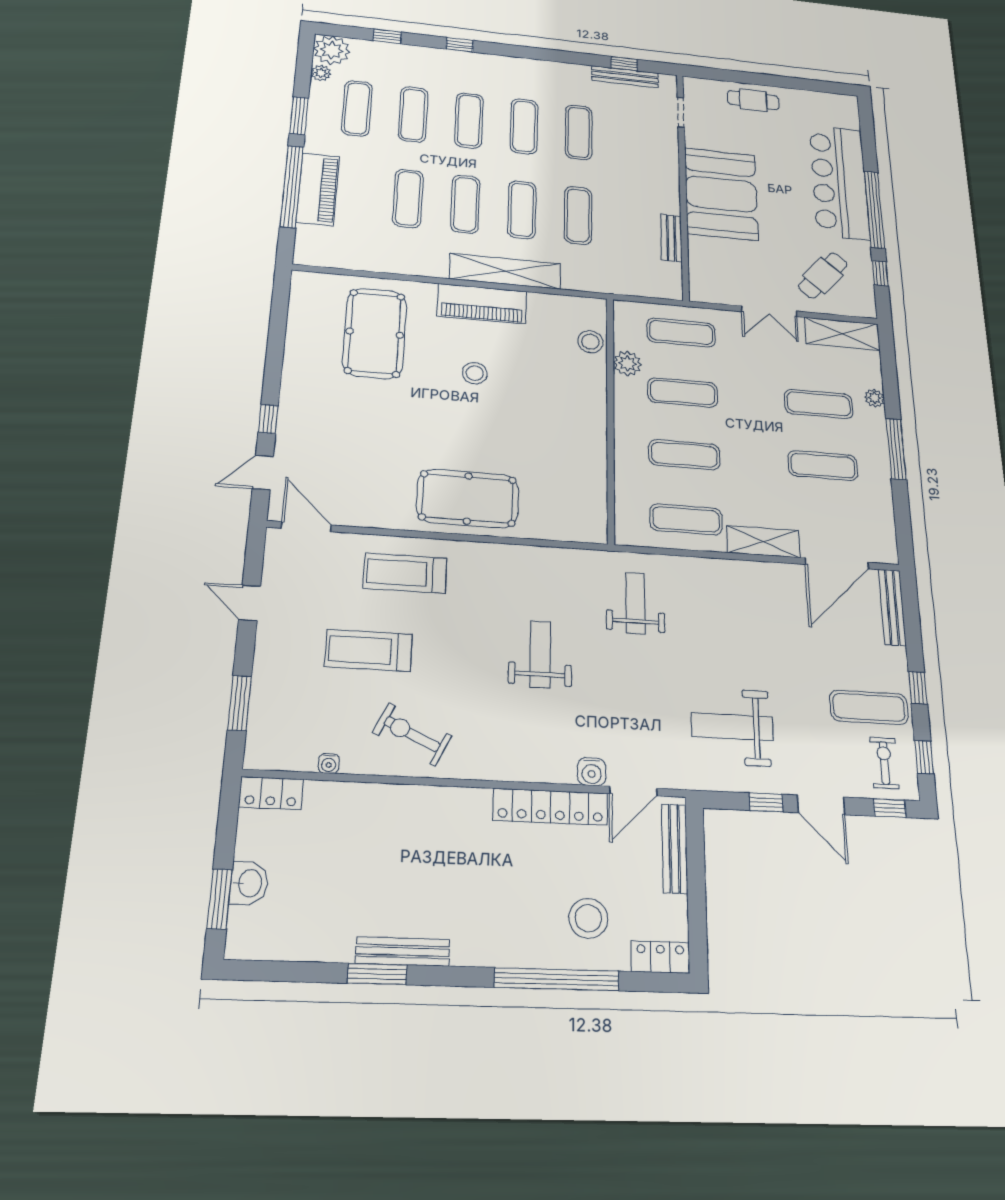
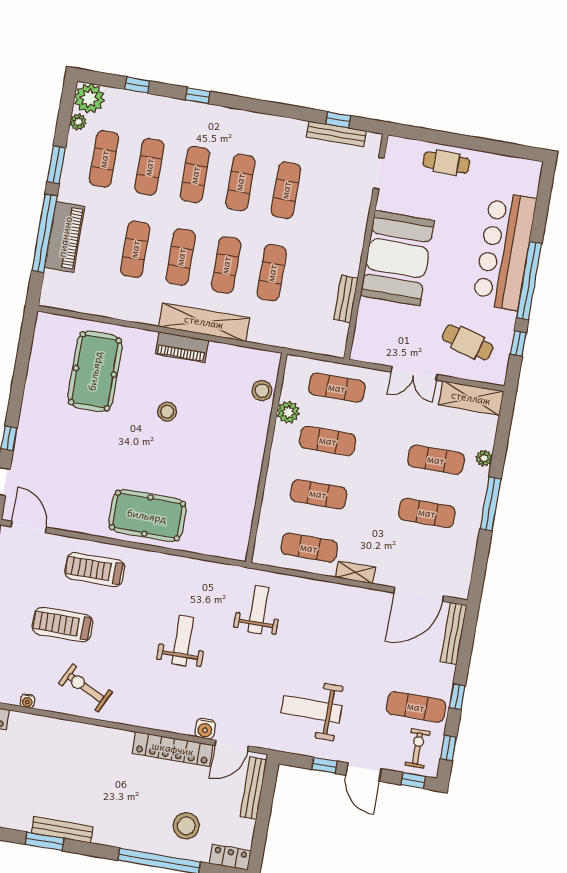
cafe table: (823, 275) -> (468, 342), turned 65
piano: (482, 304) -> (182, 347), width x0.73, depth x0.75
shelving: (763, 542) -> (355, 572), width x0.67, depth x0.75

